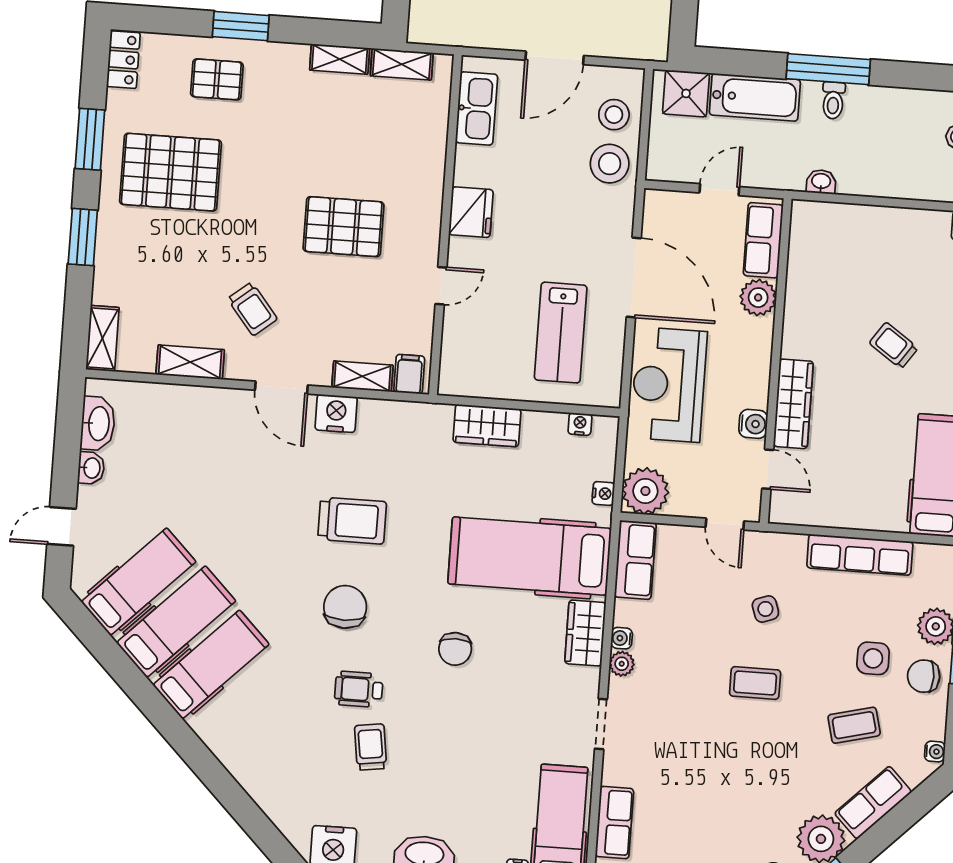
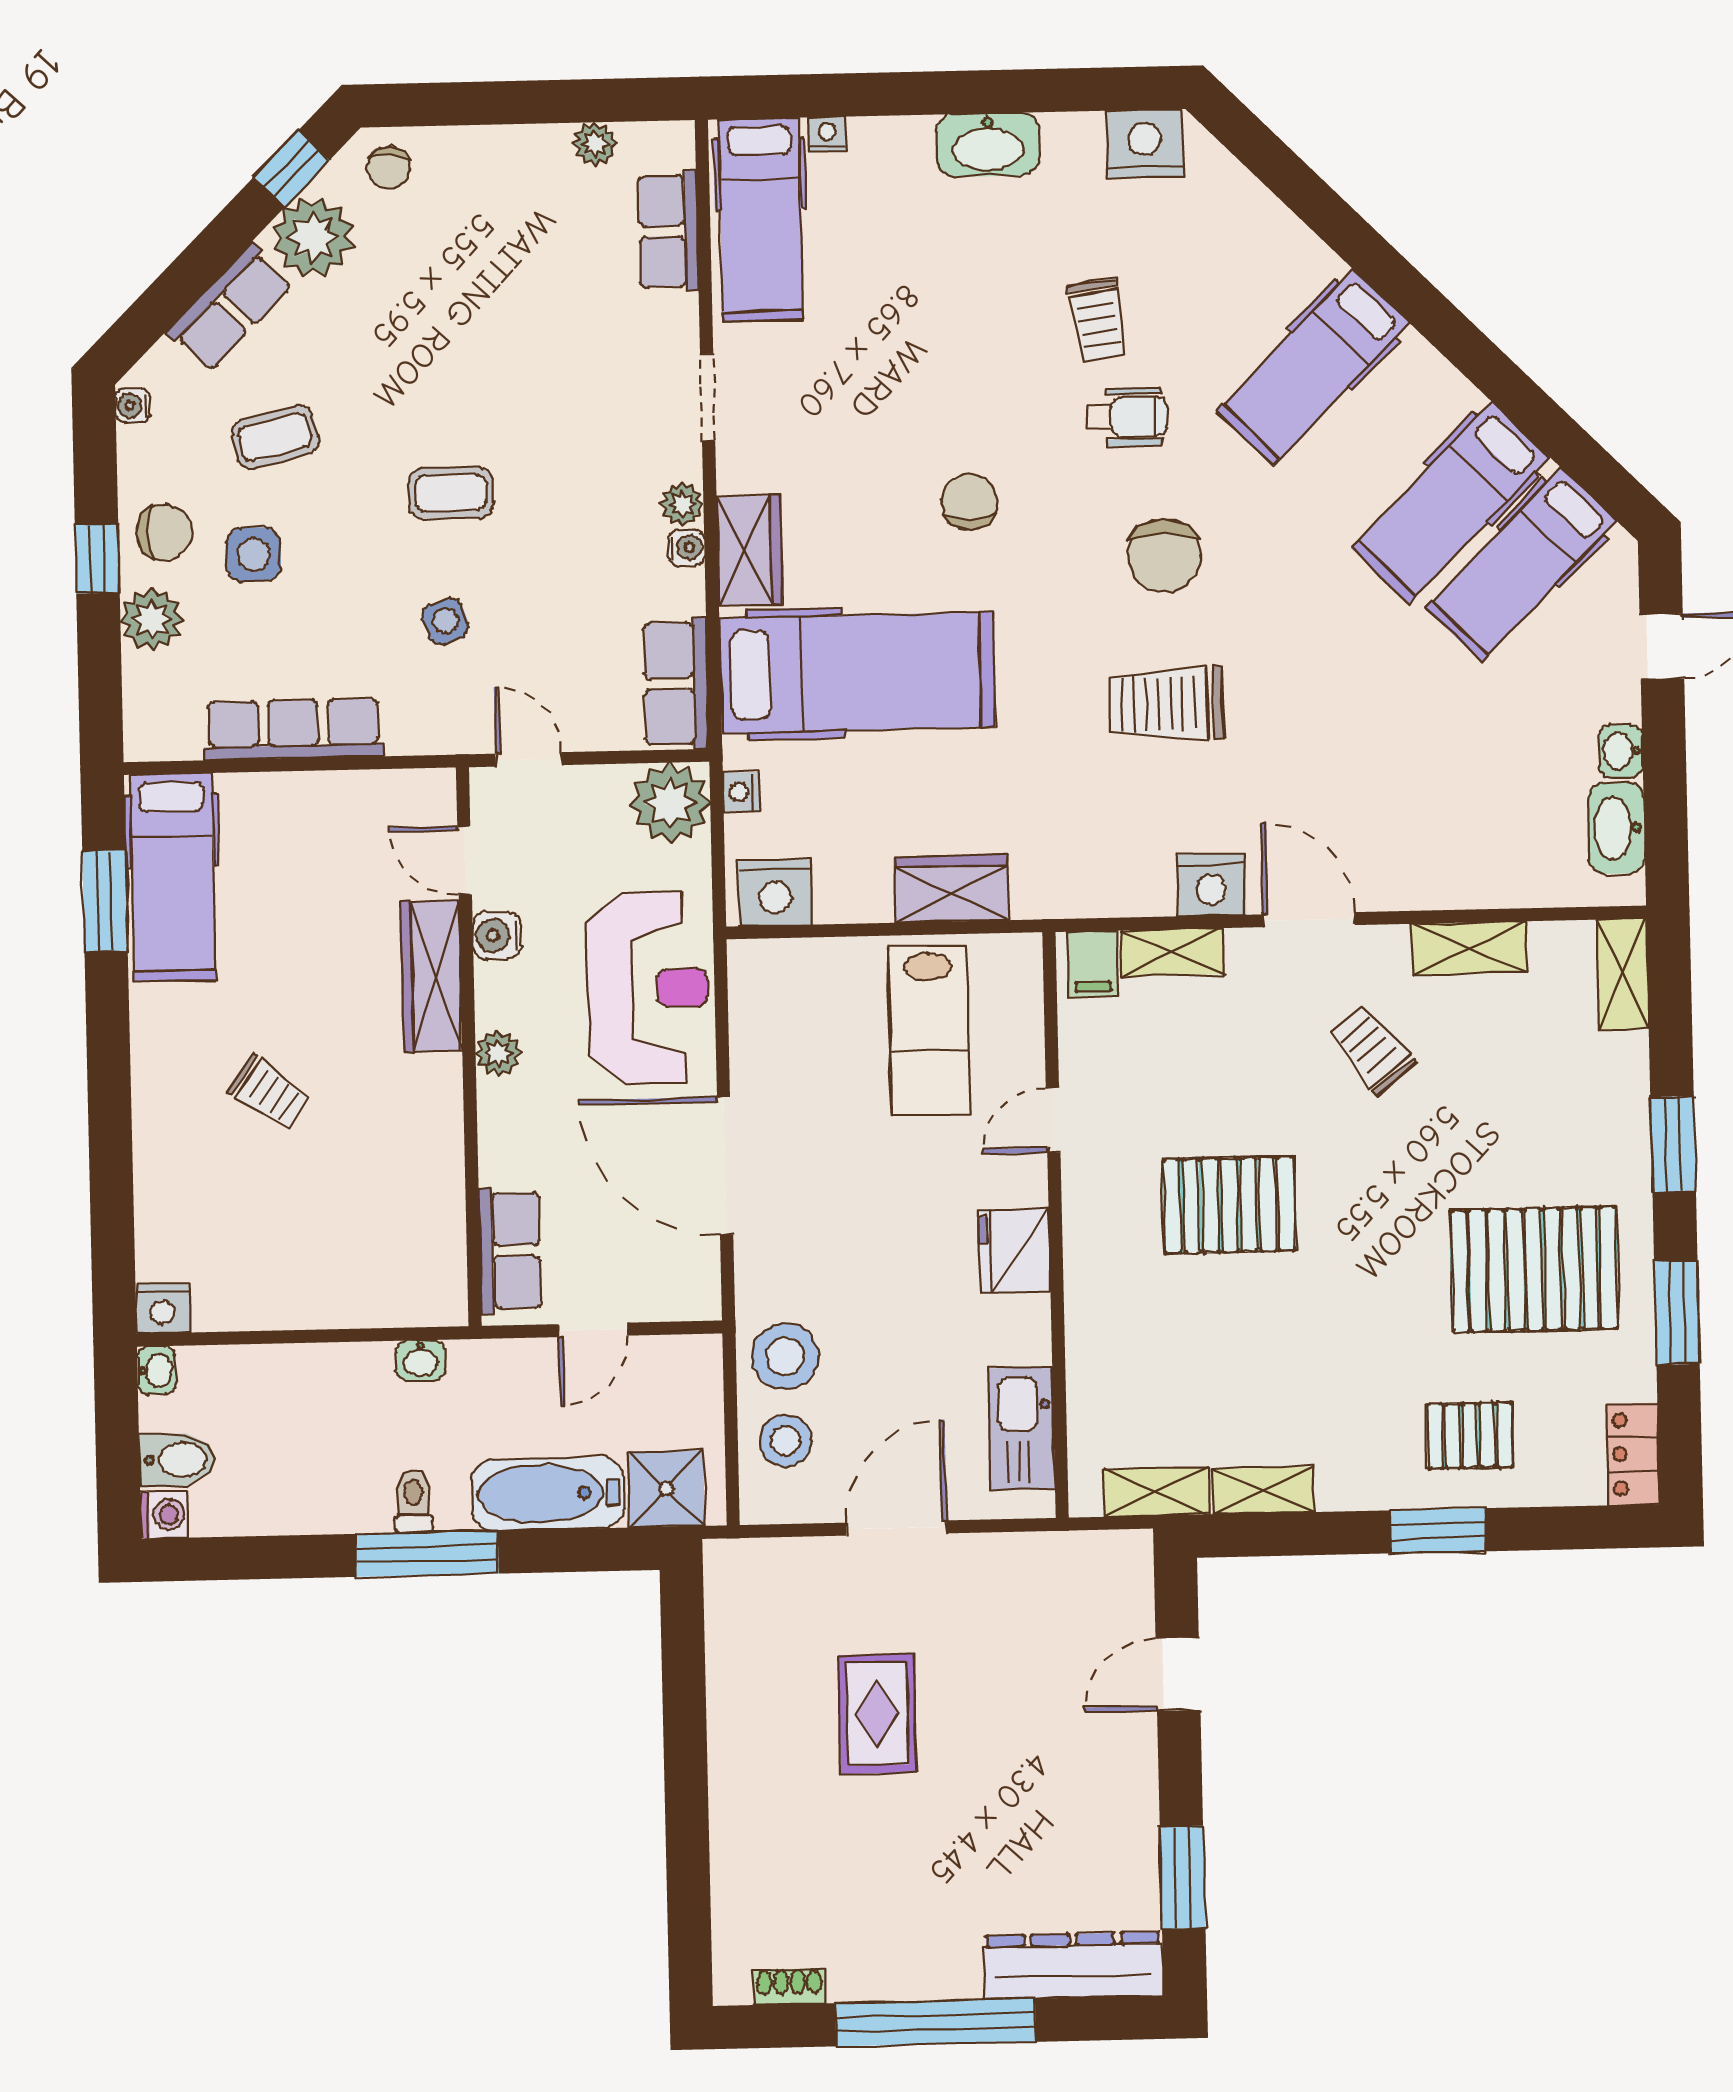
plant: (758, 298) -> (498, 1053), moved, width x0.73, depth x0.73
lab bench: (561, 333) -> (929, 1031), moved, turned 180
nightstand: (580, 424) -> (775, 892), width x1.89, depth x1.79
hospital bed: (211, 665) -> (1313, 367), moved

